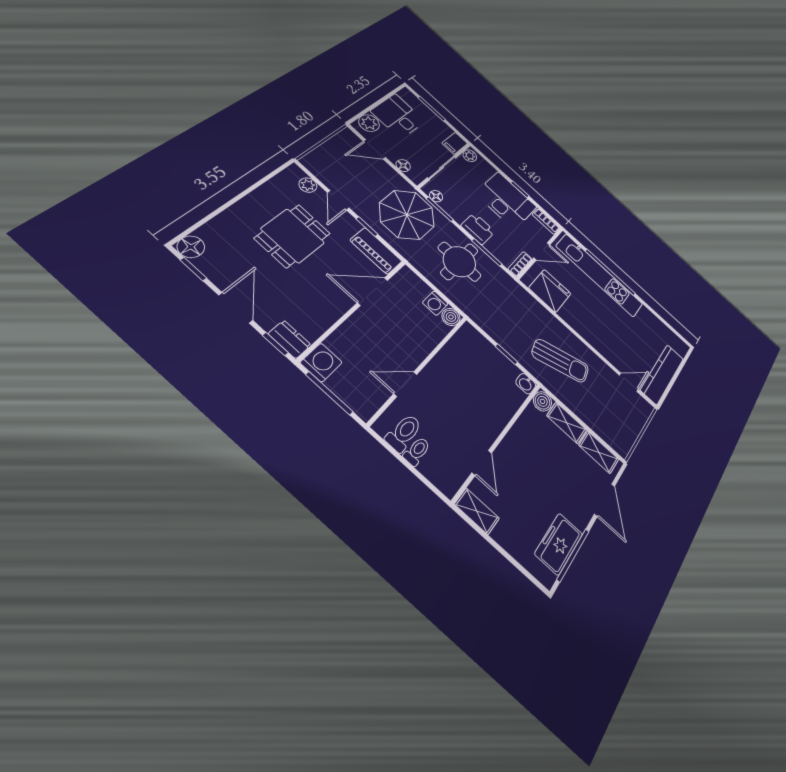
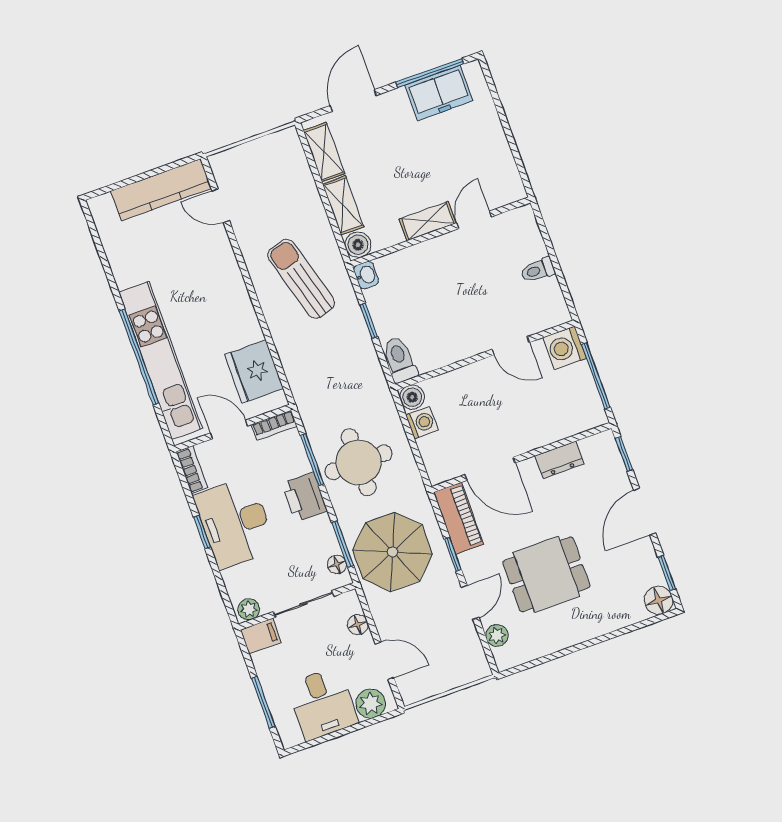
dresser: (290, 339) -> (559, 460), moved, turned -90
washing machine: (321, 363) -> (564, 348), moved
toilet: (404, 433) -> (400, 360), moved, turned 90
shelving: (477, 511) -> (428, 221), moved, turned 90

